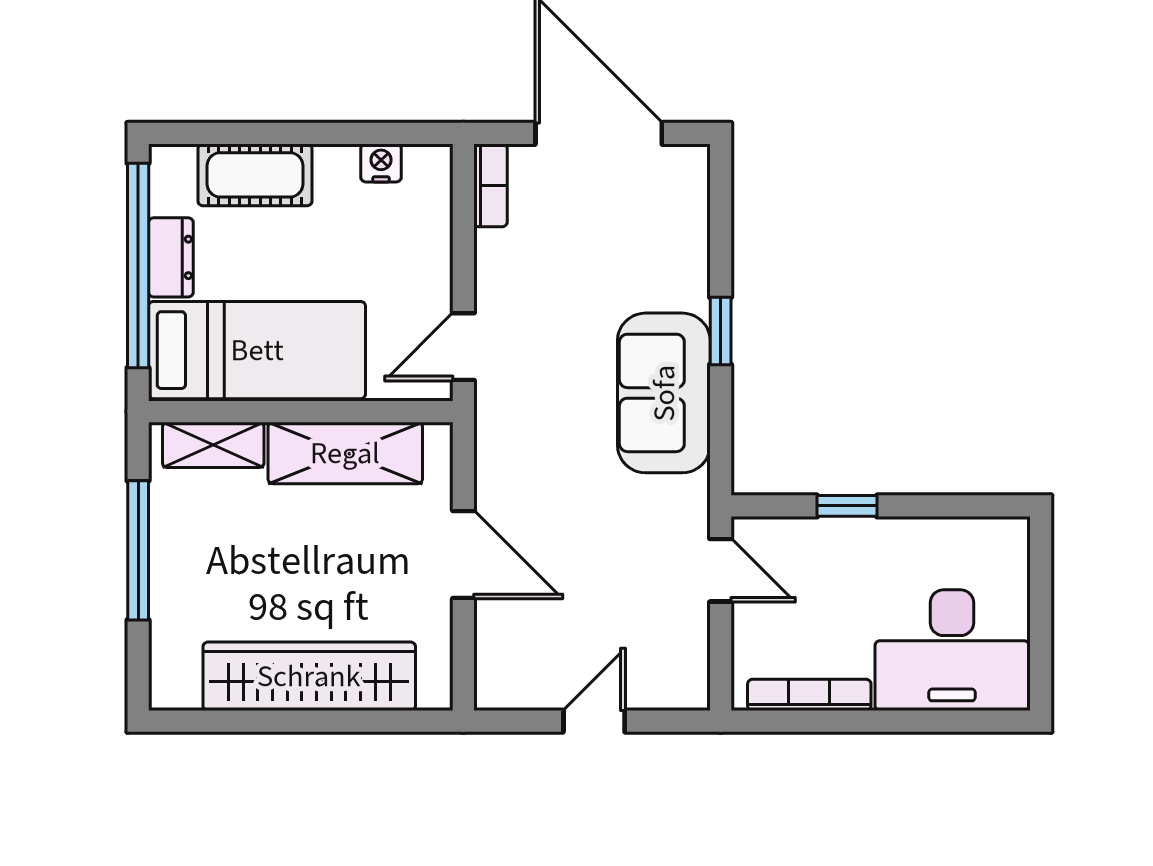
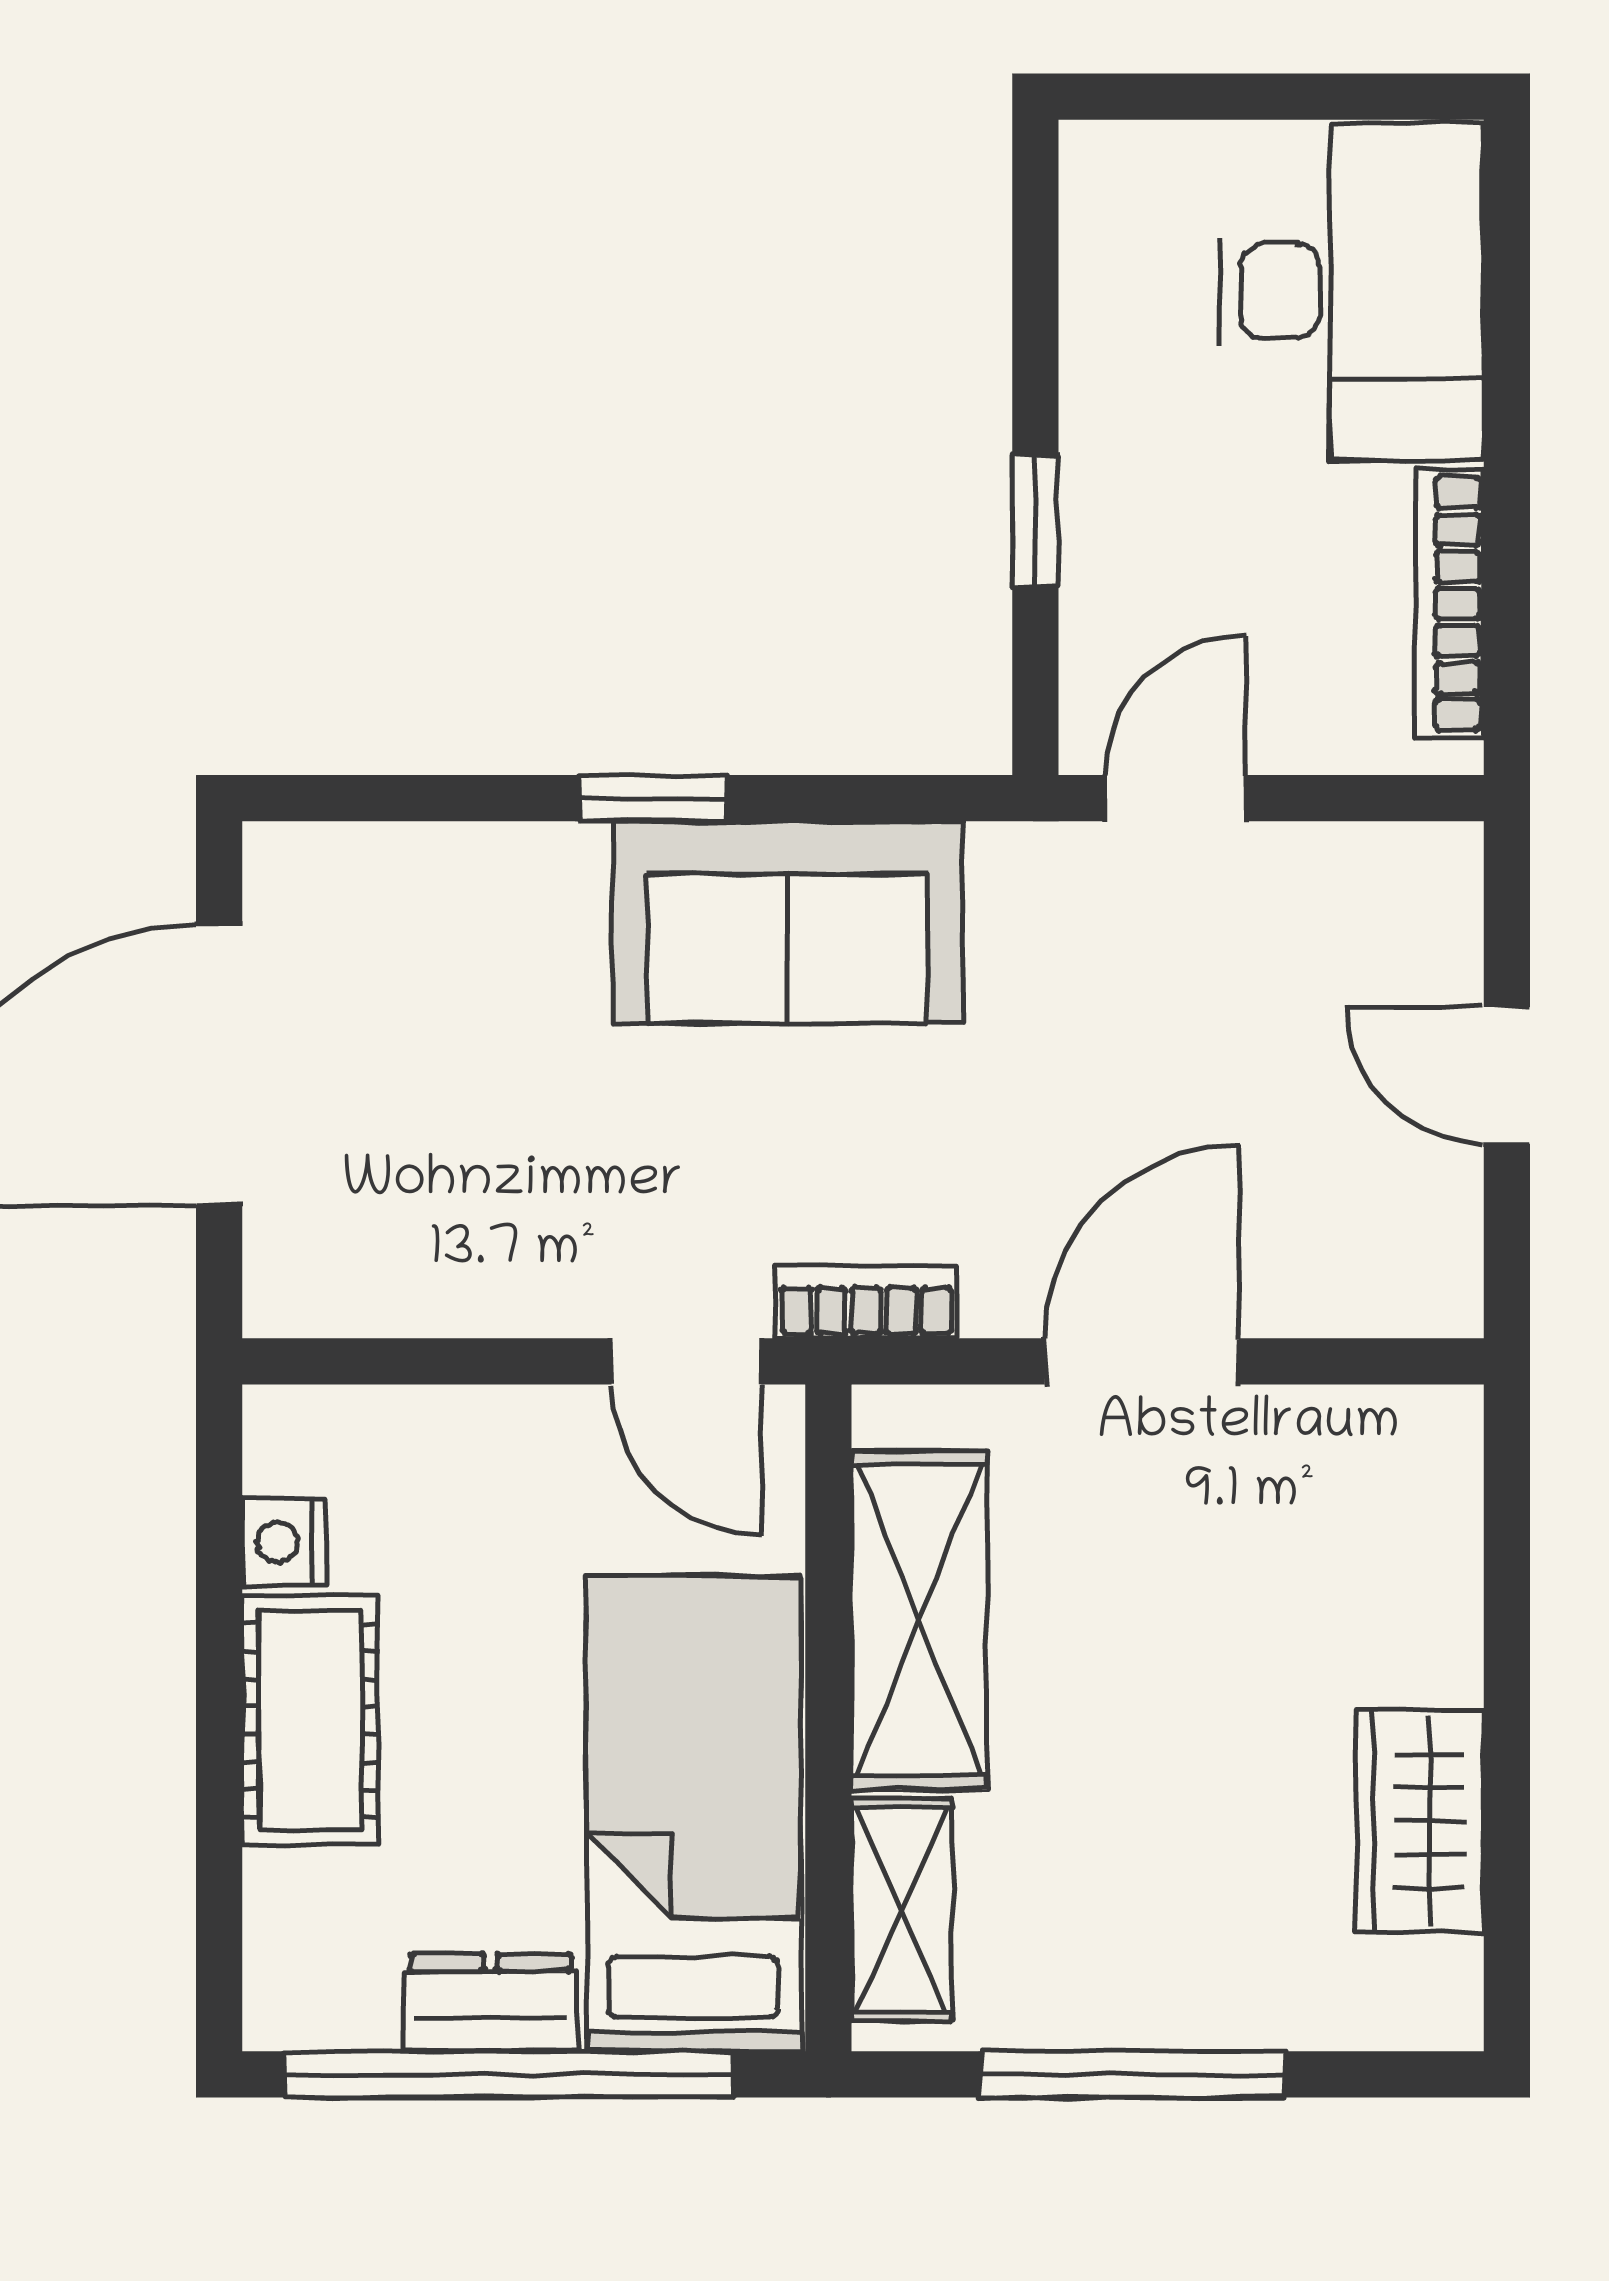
cot: (255, 175) -> (310, 1720), moved
bookcase: (491, 185) -> (866, 1302), moved
wardrobe: (309, 676) -> (1420, 1821), width x0.48, depth x0.85

